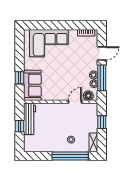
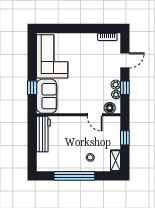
corner sofa: (49, 43) -> (52, 56), moved, turned -90
window: (102, 78) -> (125, 88), width x0.46
door: (75, 102) -> (95, 115), swing flipped
window: (19, 126) -> (32, 142), removed
window: (70, 156) -> (74, 176), moved

